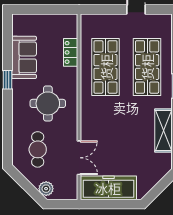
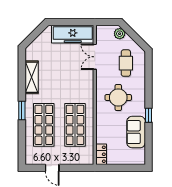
locker: (71, 52) -> (101, 154), moved

